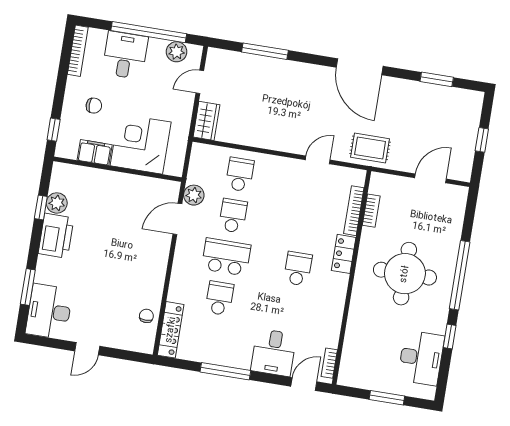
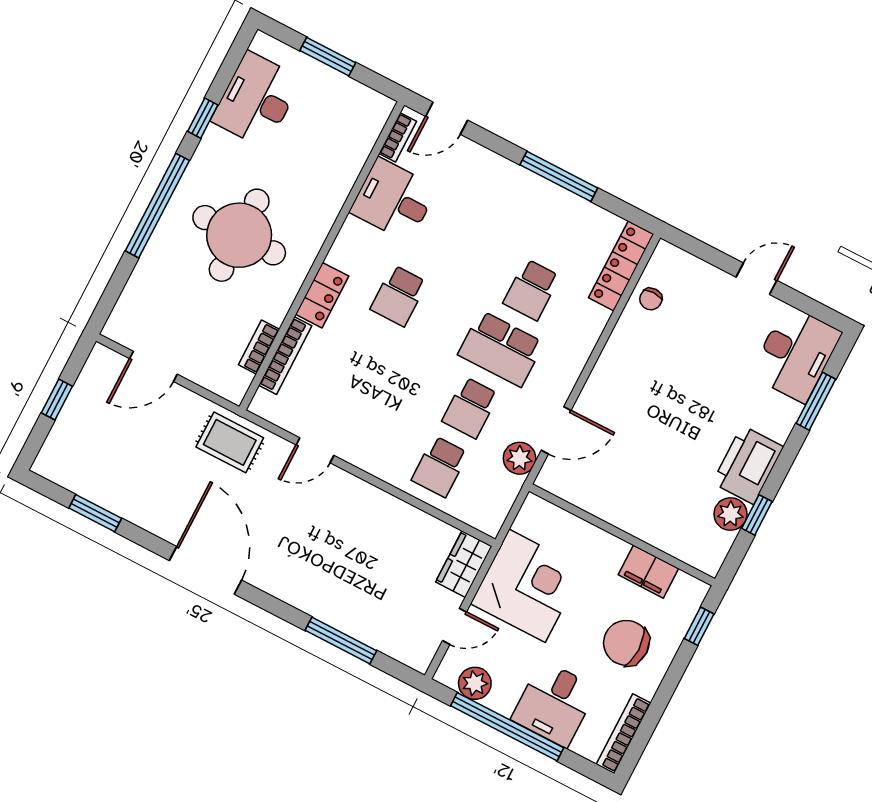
chair: (94, 106) -> (626, 643), width x1.87, depth x1.87
corner desk: (141, 144) -> (527, 586), moved, turned -90
desk: (274, 352) -> (394, 200), moved, turned -90

